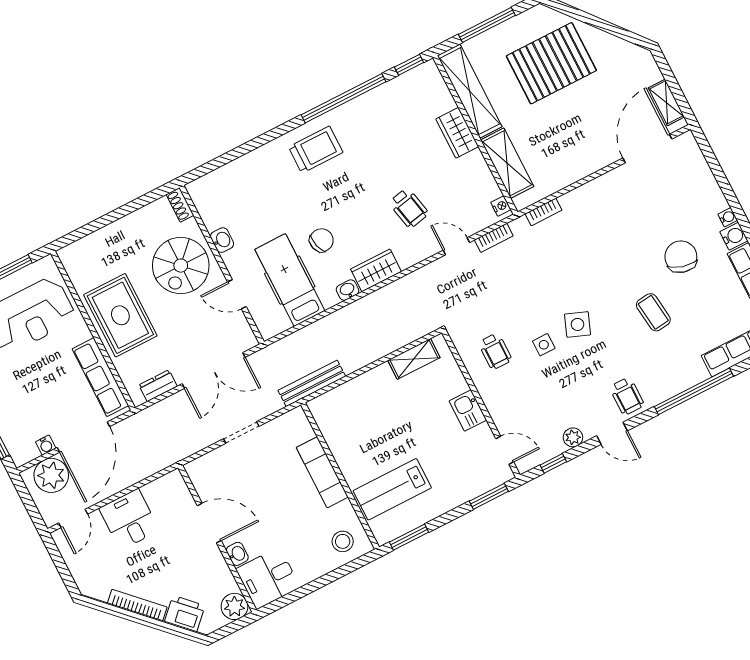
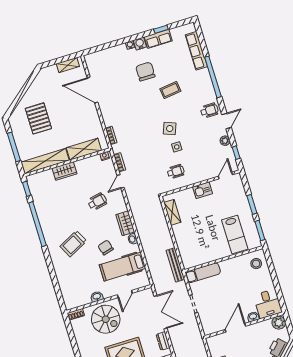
pallet: (551, 63) -> (38, 118), width x0.73, depth x0.71
door: (647, 149) -> (92, 90), moved
trolley: (316, 150) -> (73, 244), moved, turned -117
chair: (681, 257) -> (145, 72), turned 75
exam couch: (322, 472) -> (203, 273), moved
window: (489, 496) -> (252, 204), moved

